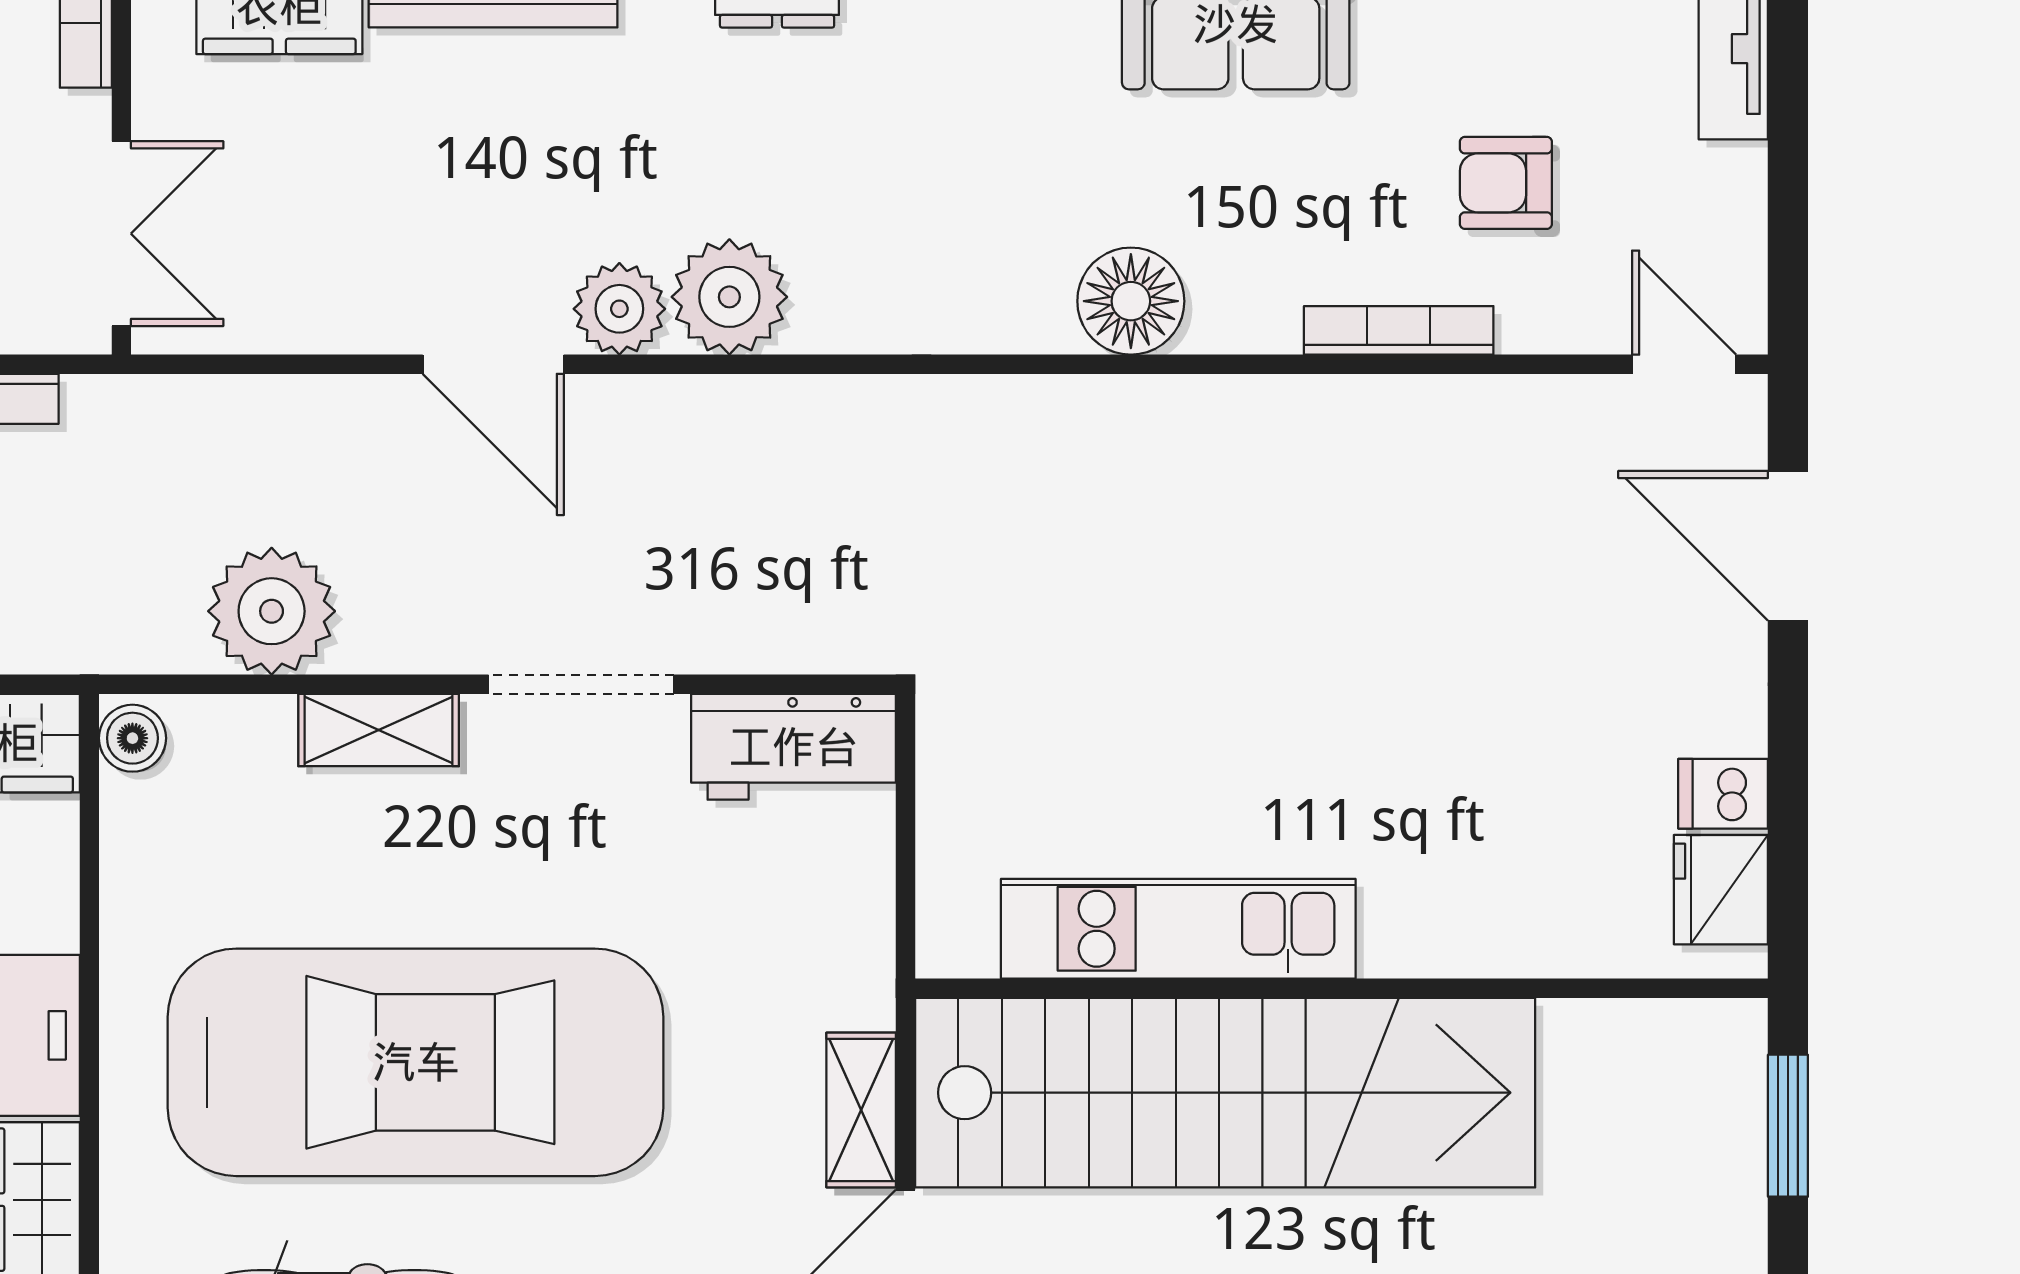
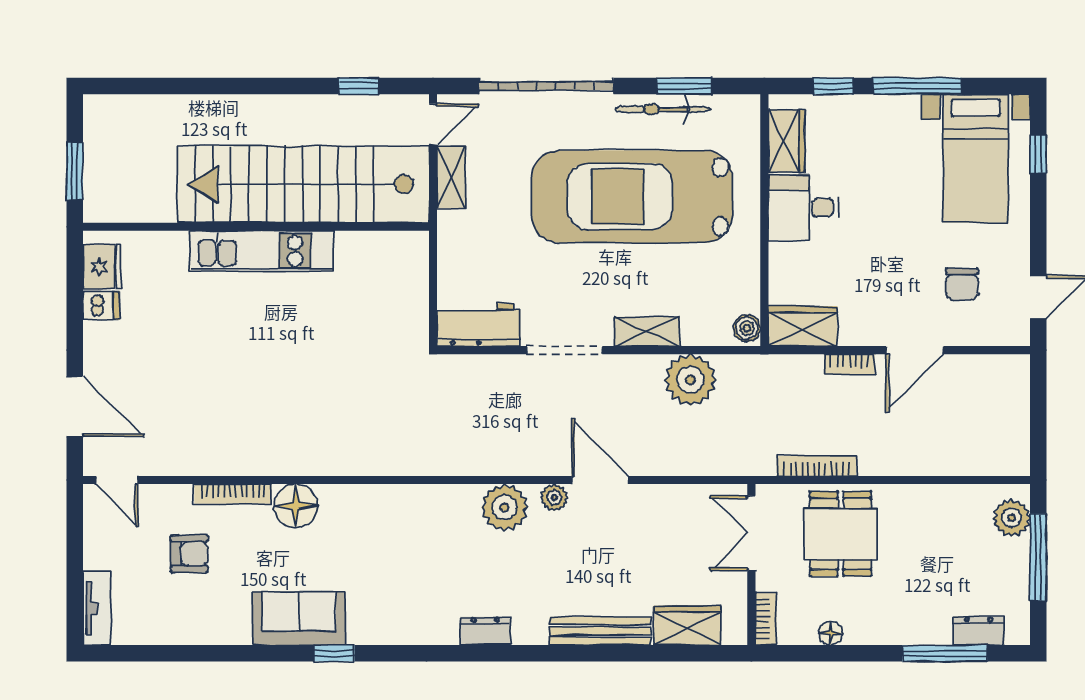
floor lamp: (1131, 301) -> (296, 506), moved
plant: (619, 309) -> (554, 497), width x0.73, depth x0.73
kitchen unit: (1178, 929) -> (262, 251), moved

